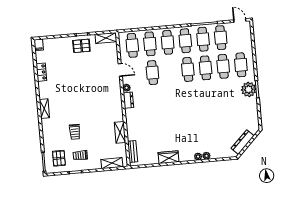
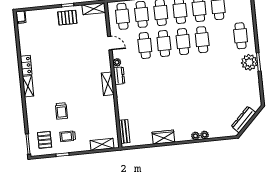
cafe table: (223, 66) -> (164, 44), moved
locker: (41, 72) -> (26, 65), moved
shelving: (120, 132) -> (108, 84), moved

